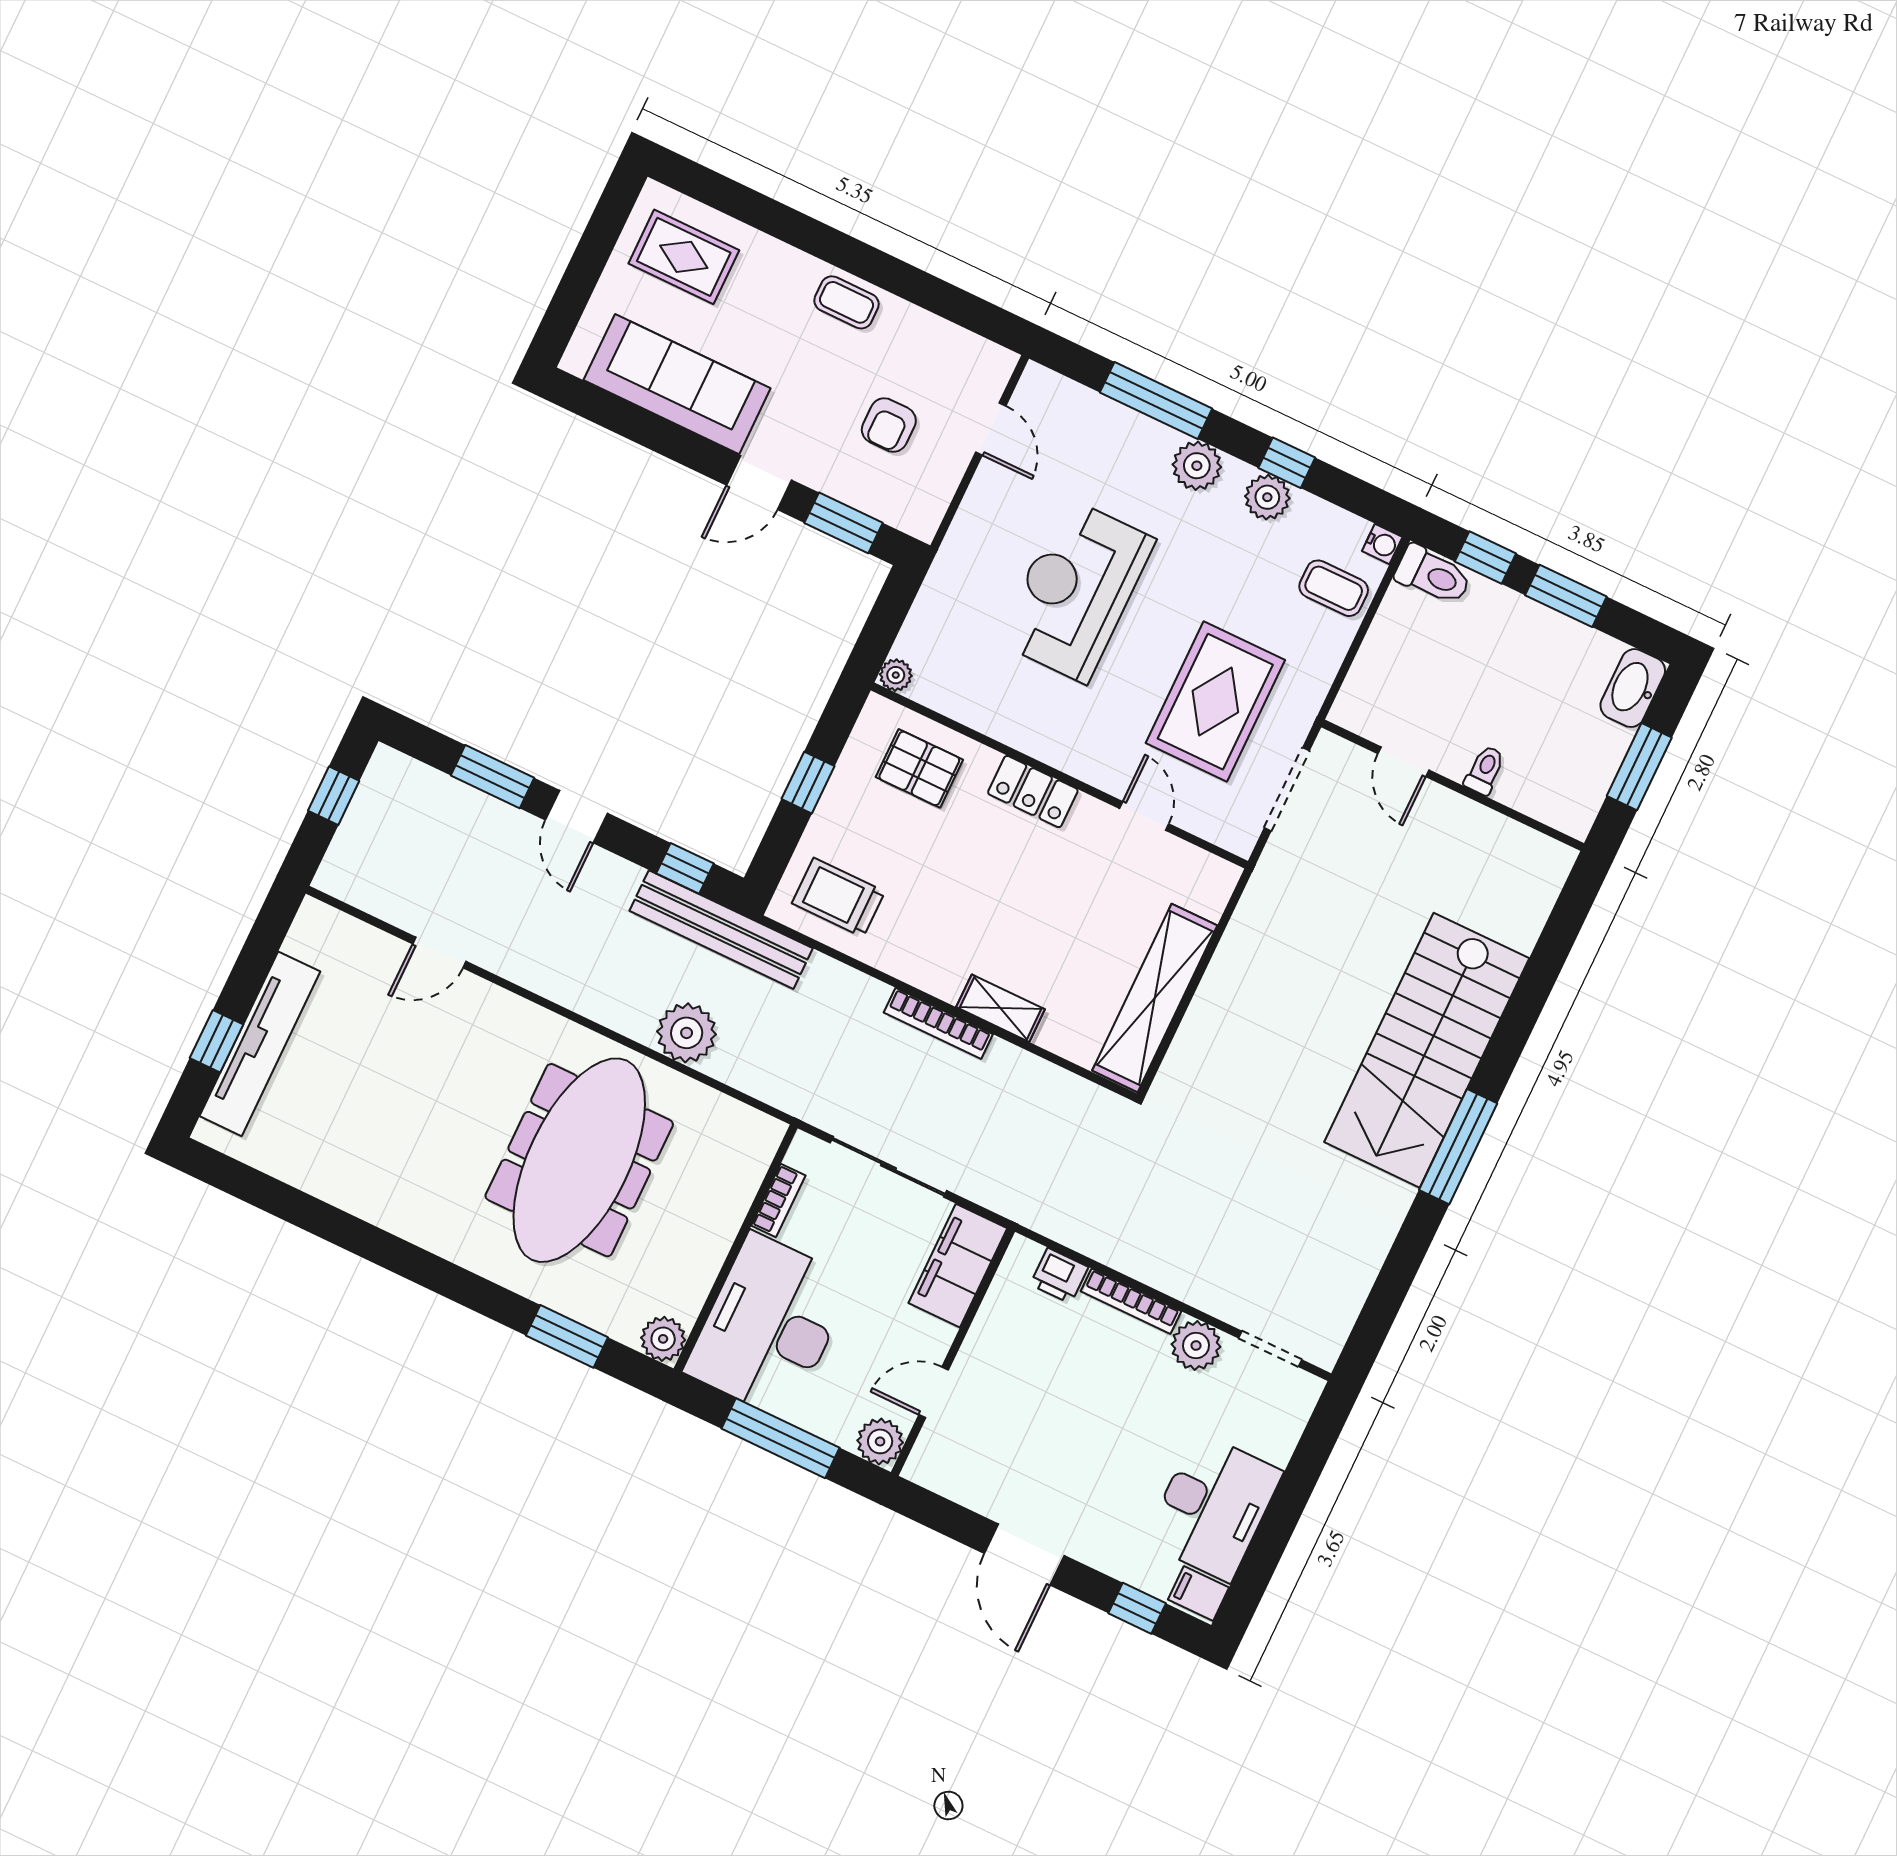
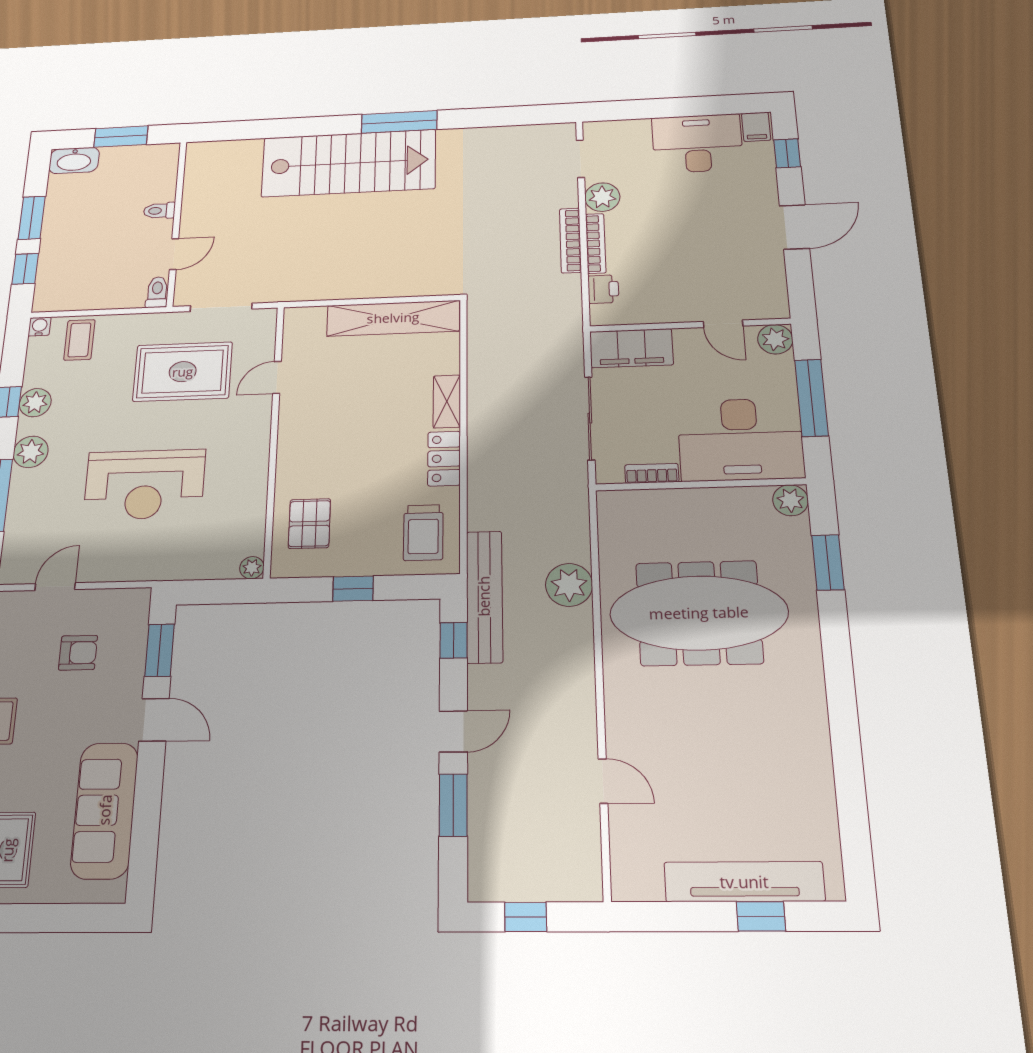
toilet: (1433, 575) -> (157, 292), moved, width x0.73, depth x0.72
locker: (1033, 792) -> (444, 459), moved, turned 180
bookcase: (938, 1023) -> (570, 240), moved, turned 180

